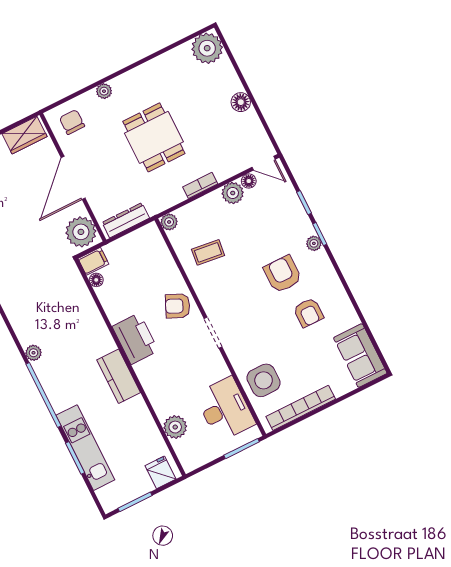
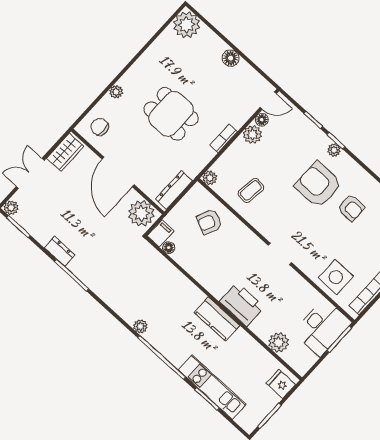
armchair: (283, 274) -> (318, 185), width x1.36, depth x1.36
armchair: (178, 306) -> (209, 222), moved
printer: (135, 339) -> (242, 304), moved
desk: (225, 409) -> (322, 327), moved, turned 90

